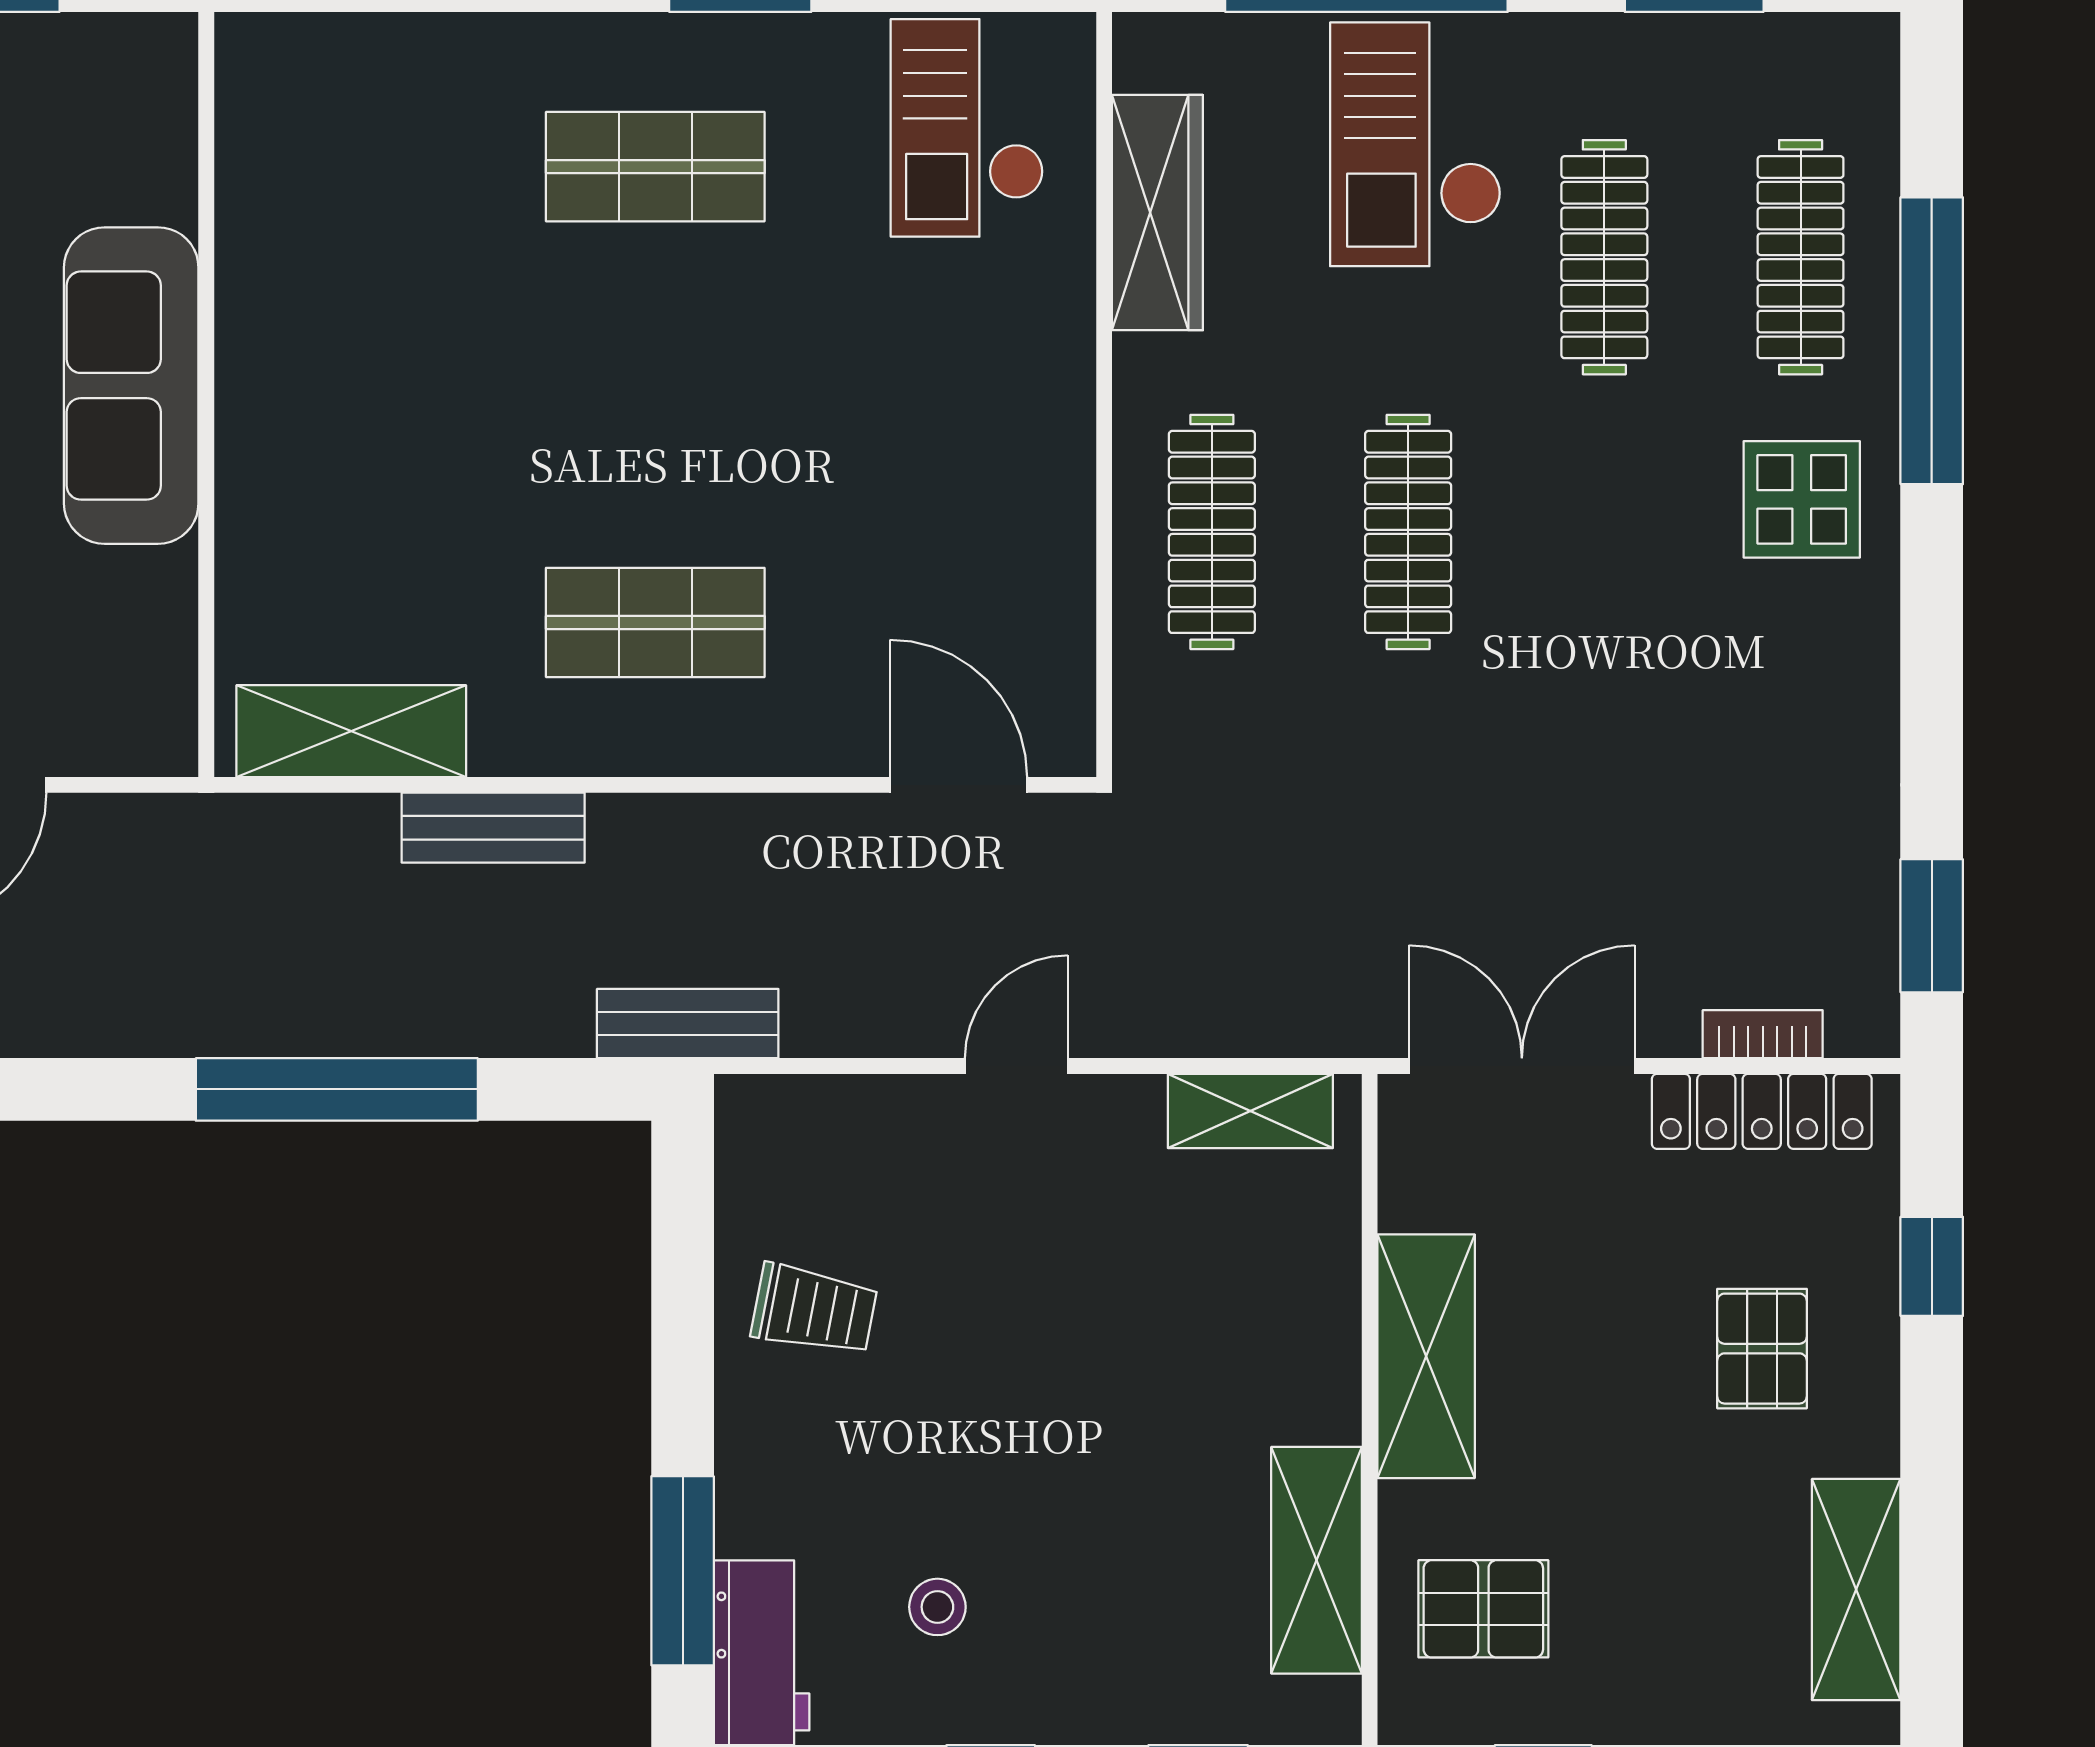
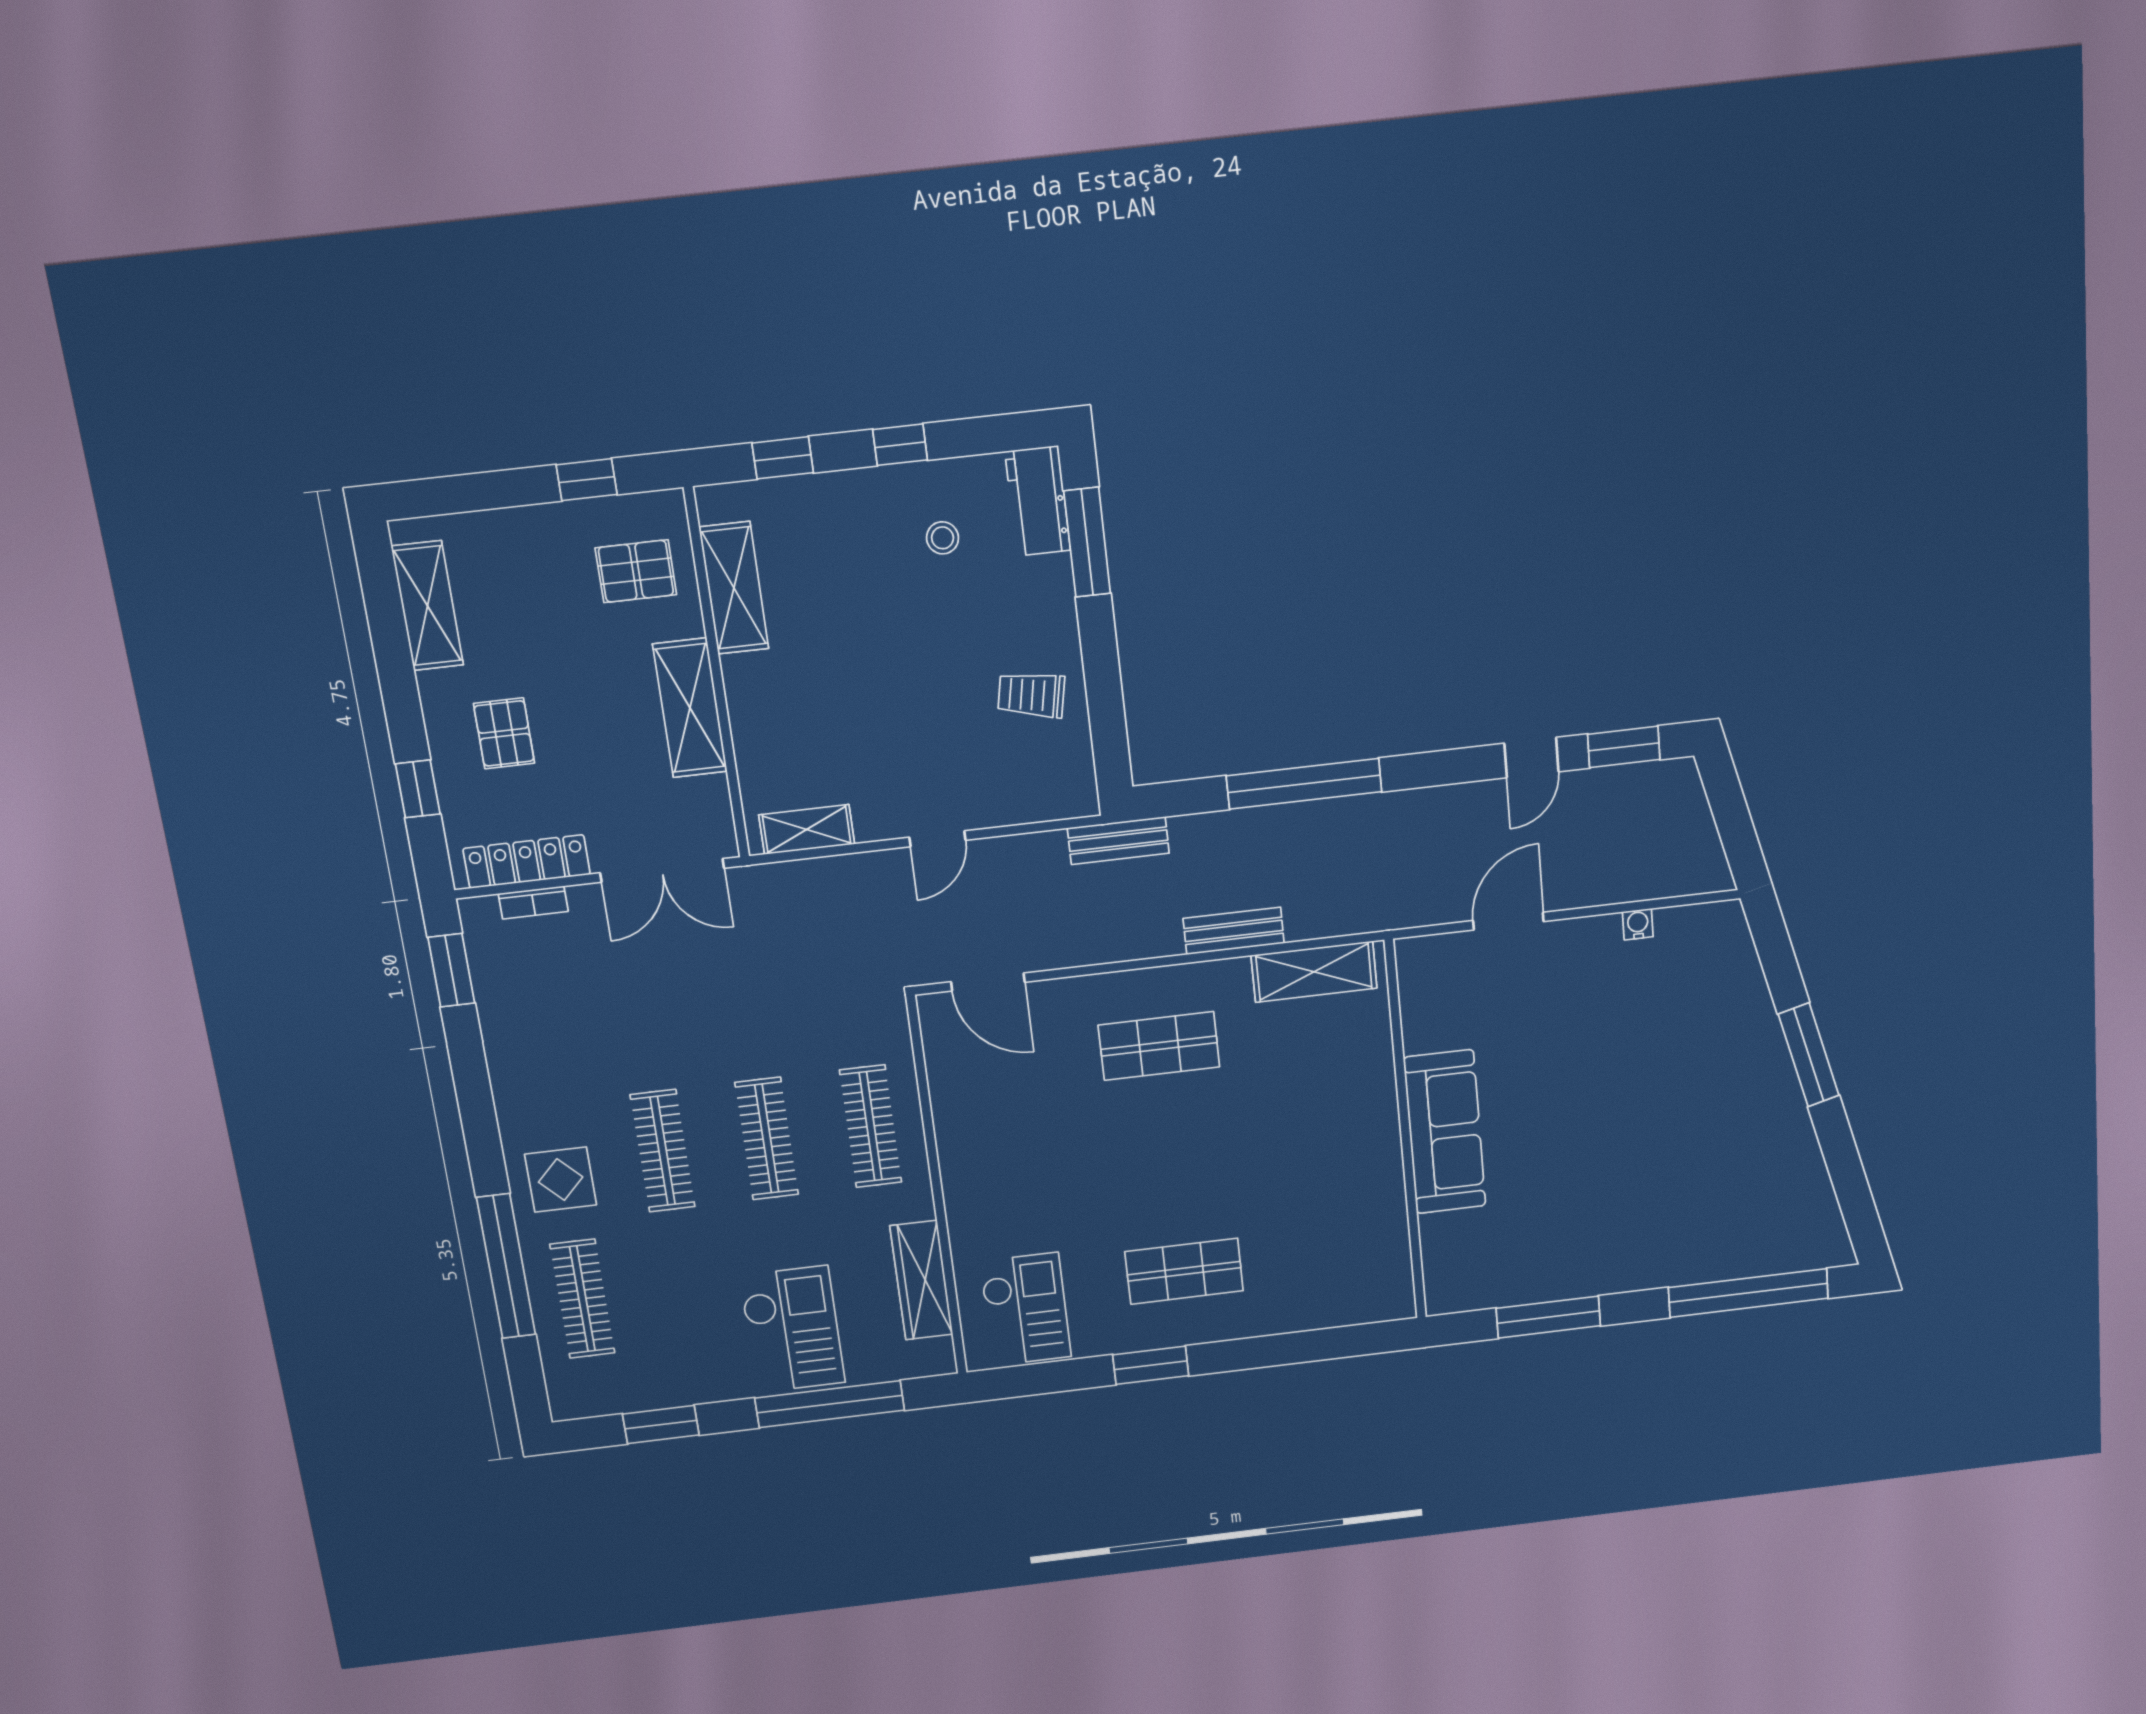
clothes rail: (1604, 257) -> (663, 1151), moved

